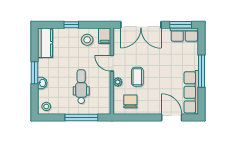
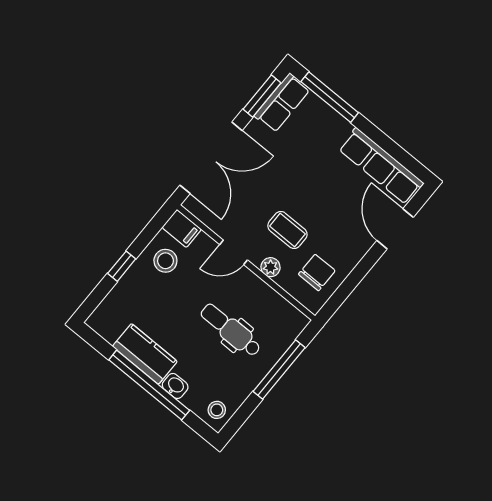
kitchen counter: (45, 43) -> (145, 354), moved
window: (201, 71) -> (330, 97), moved
window: (34, 73) -> (149, 385), width x2.11
chair: (130, 101) -> (317, 272), turned 90
door: (172, 118) -> (395, 229), hinge flipped

